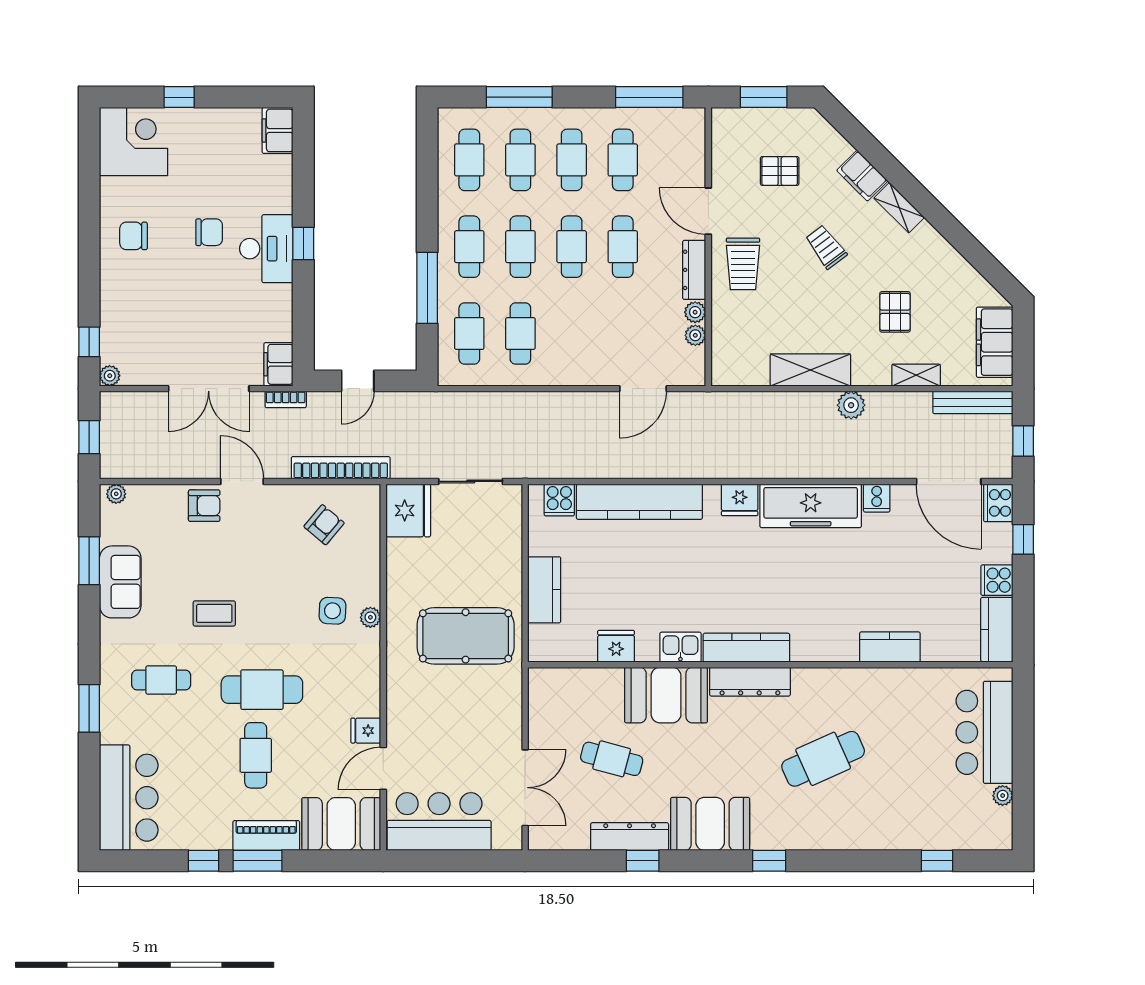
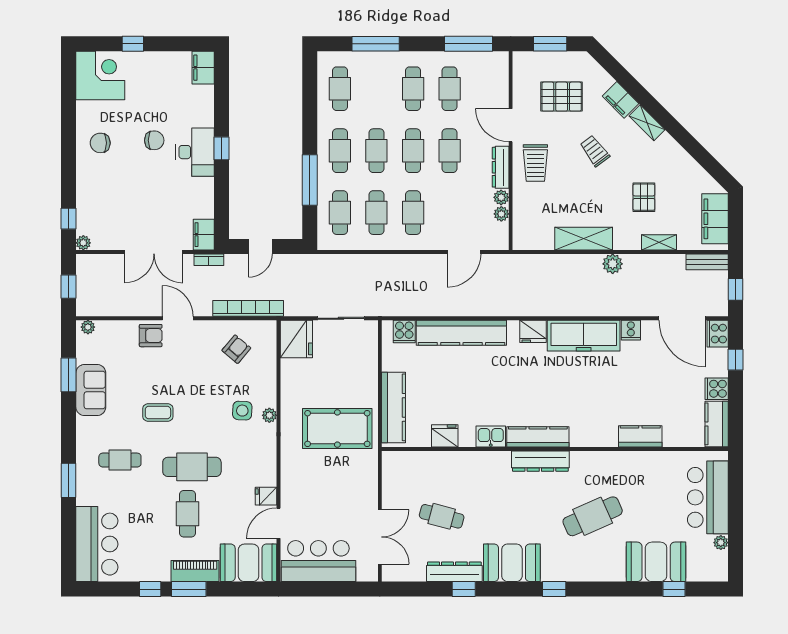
cafe table: (520, 160) -> (413, 213), moved
pallet: (780, 171) -> (562, 97), width x1.50, depth x1.42
bench: (973, 402) -> (707, 262), width x0.73
kitchen counter: (544, 590) -> (393, 407), width x1.50
booth: (666, 695) -> (656, 562), moved

